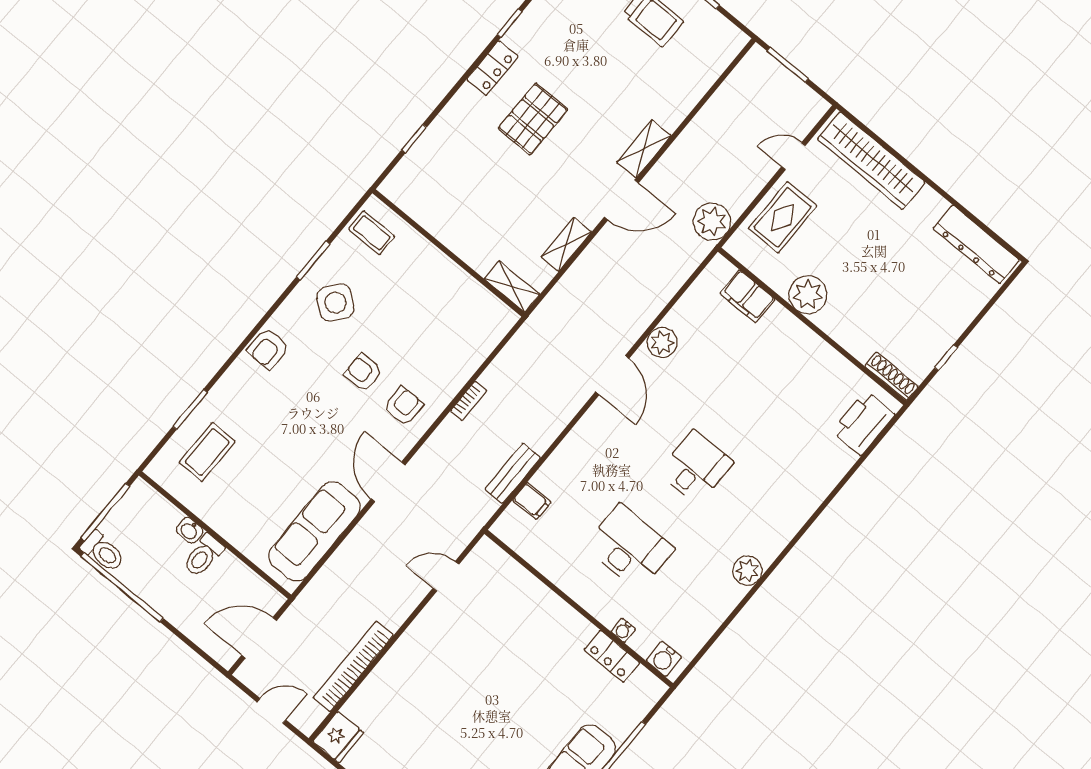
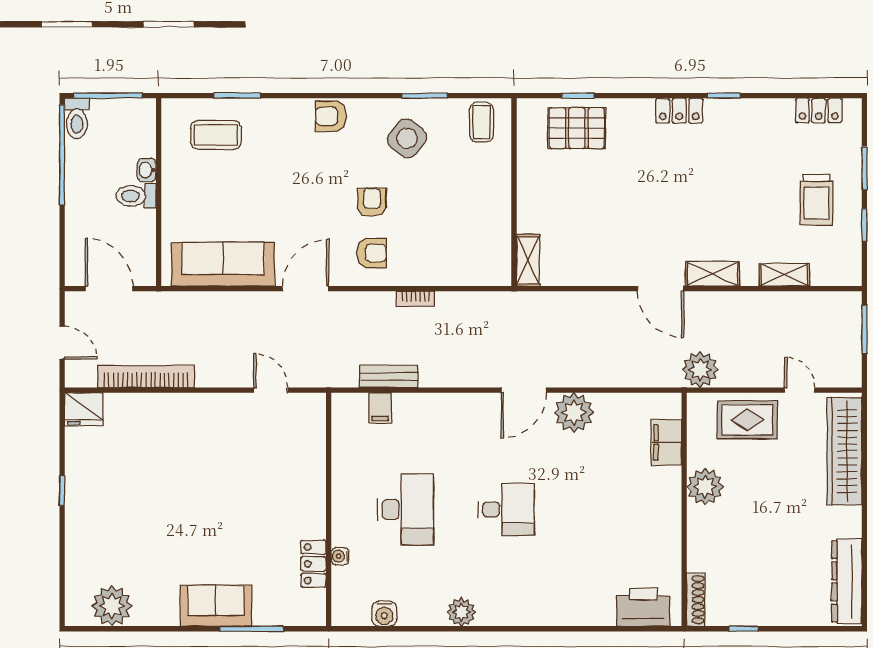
pallet: (533, 119) -> (577, 128), moved
shelving: (566, 244) -> (784, 275), moved
plant: (662, 343) -> (574, 413), width x1.36, depth x1.36
water cooler: (664, 659) -> (384, 614), moved, turned -90

